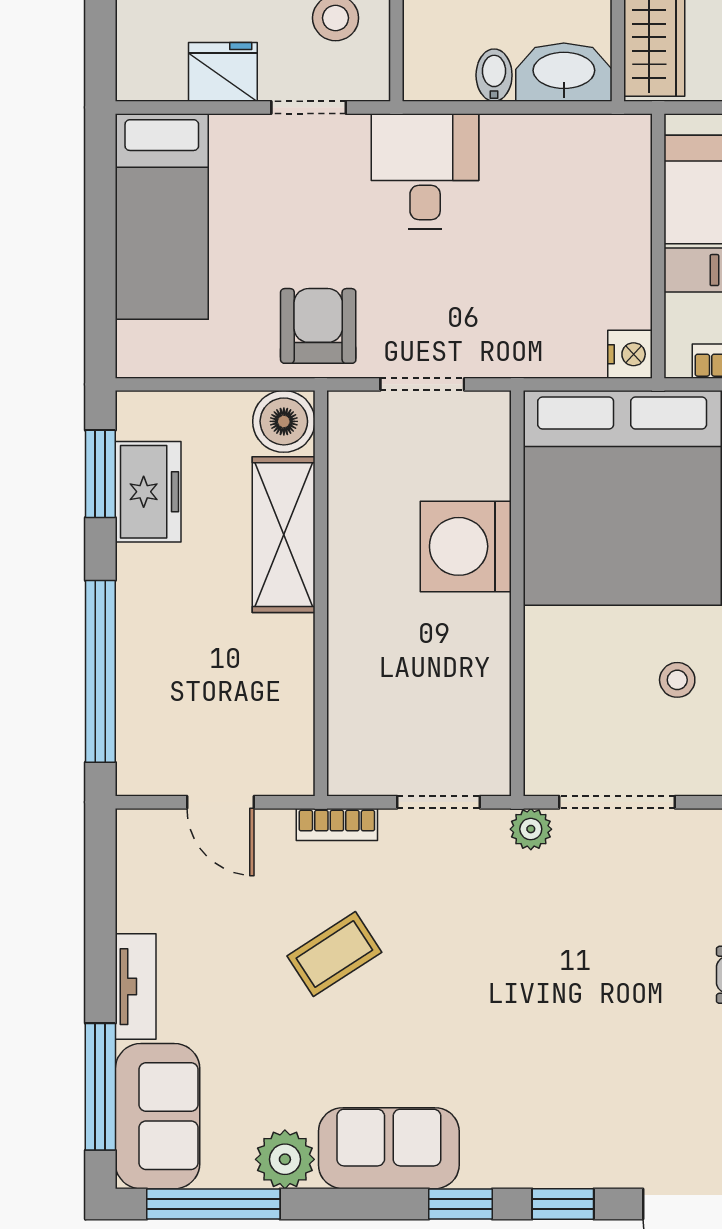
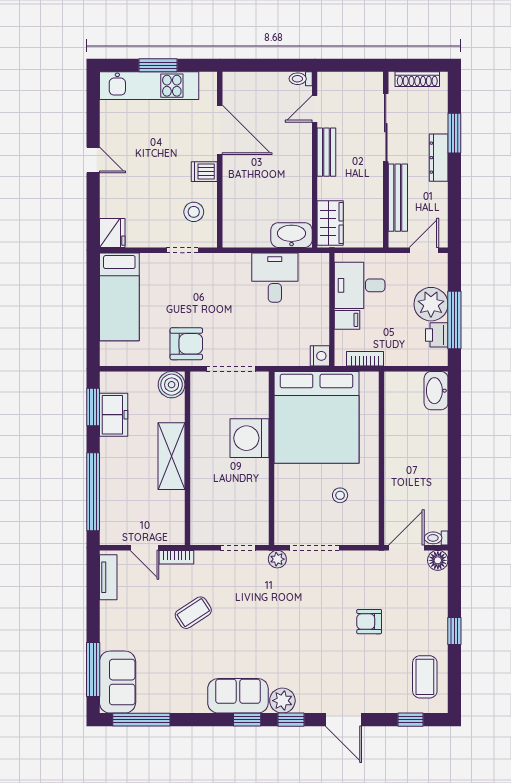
fridge: (223, 72) -> (112, 233), moved, turned 90
bidet: (494, 75) -> (262, 236), removed
desk: (425, 171) -> (275, 278), moved
armchair: (318, 326) -> (186, 344), turned 90
doorway: (422, 384) -> (231, 369), width x1.38
shelving: (284, 535) -> (172, 456), moved
bookcase: (337, 824) -> (176, 557), moved
tv unit: (136, 987) -> (108, 577), moved
sofa: (389, 1148) -> (238, 696), moved
plant: (285, 1159) -> (282, 701), moved

